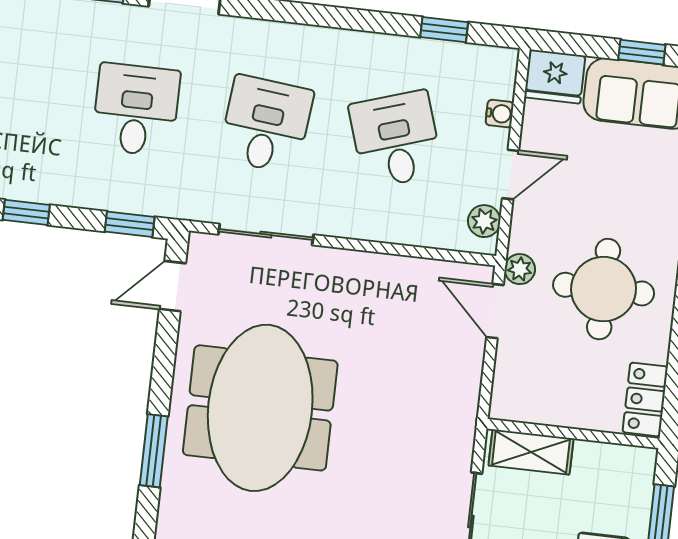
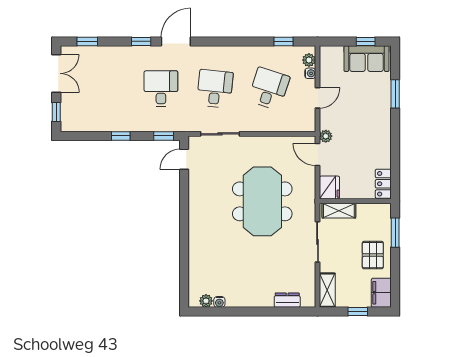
fridge: (555, 77) -> (329, 188), moved, turned -90
desk: (396, 139) -> (269, 89), turned 36
plant: (484, 221) -> (309, 60), moved
round table: (604, 289) -> (361, 140), removed
meeting table: (260, 408) -> (262, 201), moved
window: (154, 451) -> (184, 228), removed

